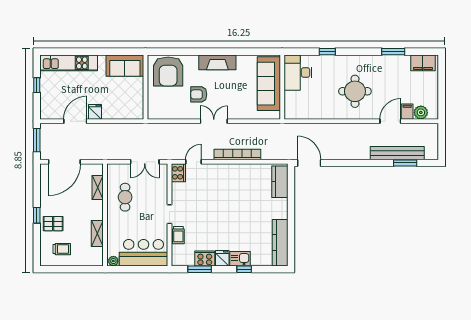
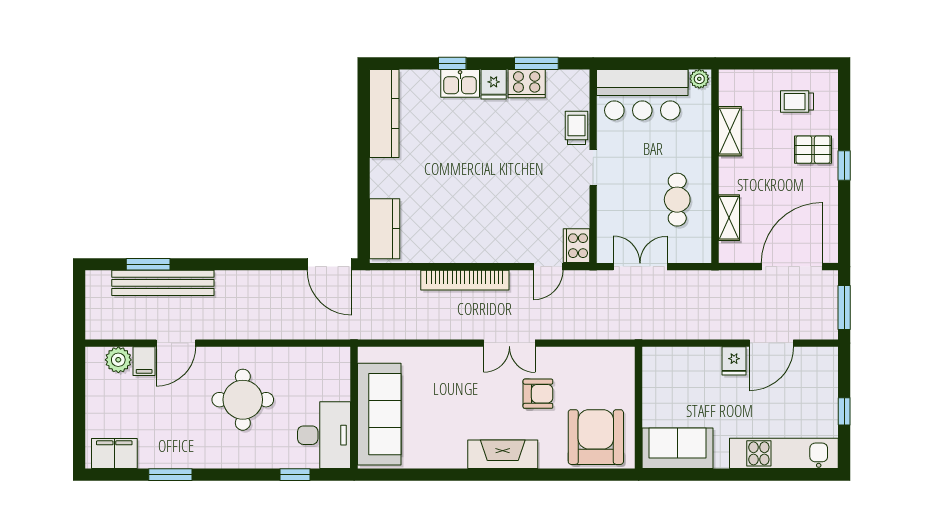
desk: (298, 73) -> (324, 435), moved
sofa: (269, 84) -> (379, 414), moved
wall: (282, 87) -> (354, 408), moved

